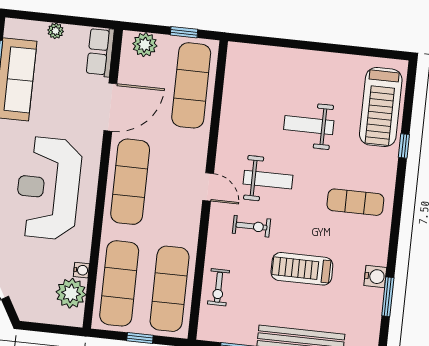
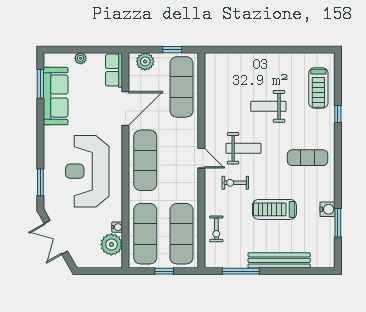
treadmill: (381, 107) -> (318, 88), width x0.73, depth x0.73
exercise bike: (251, 226) -> (235, 183), turned 180

